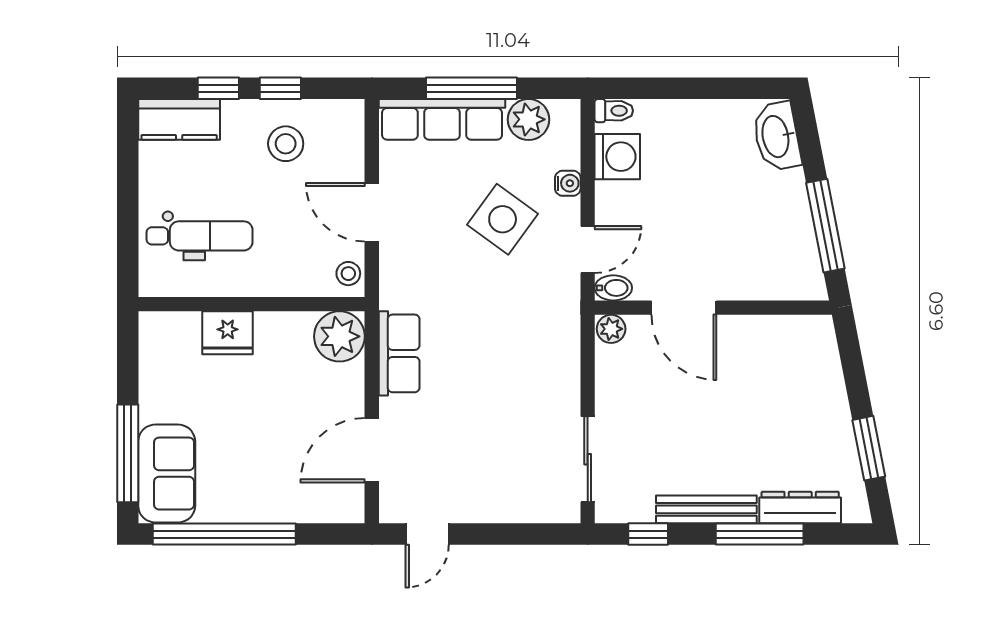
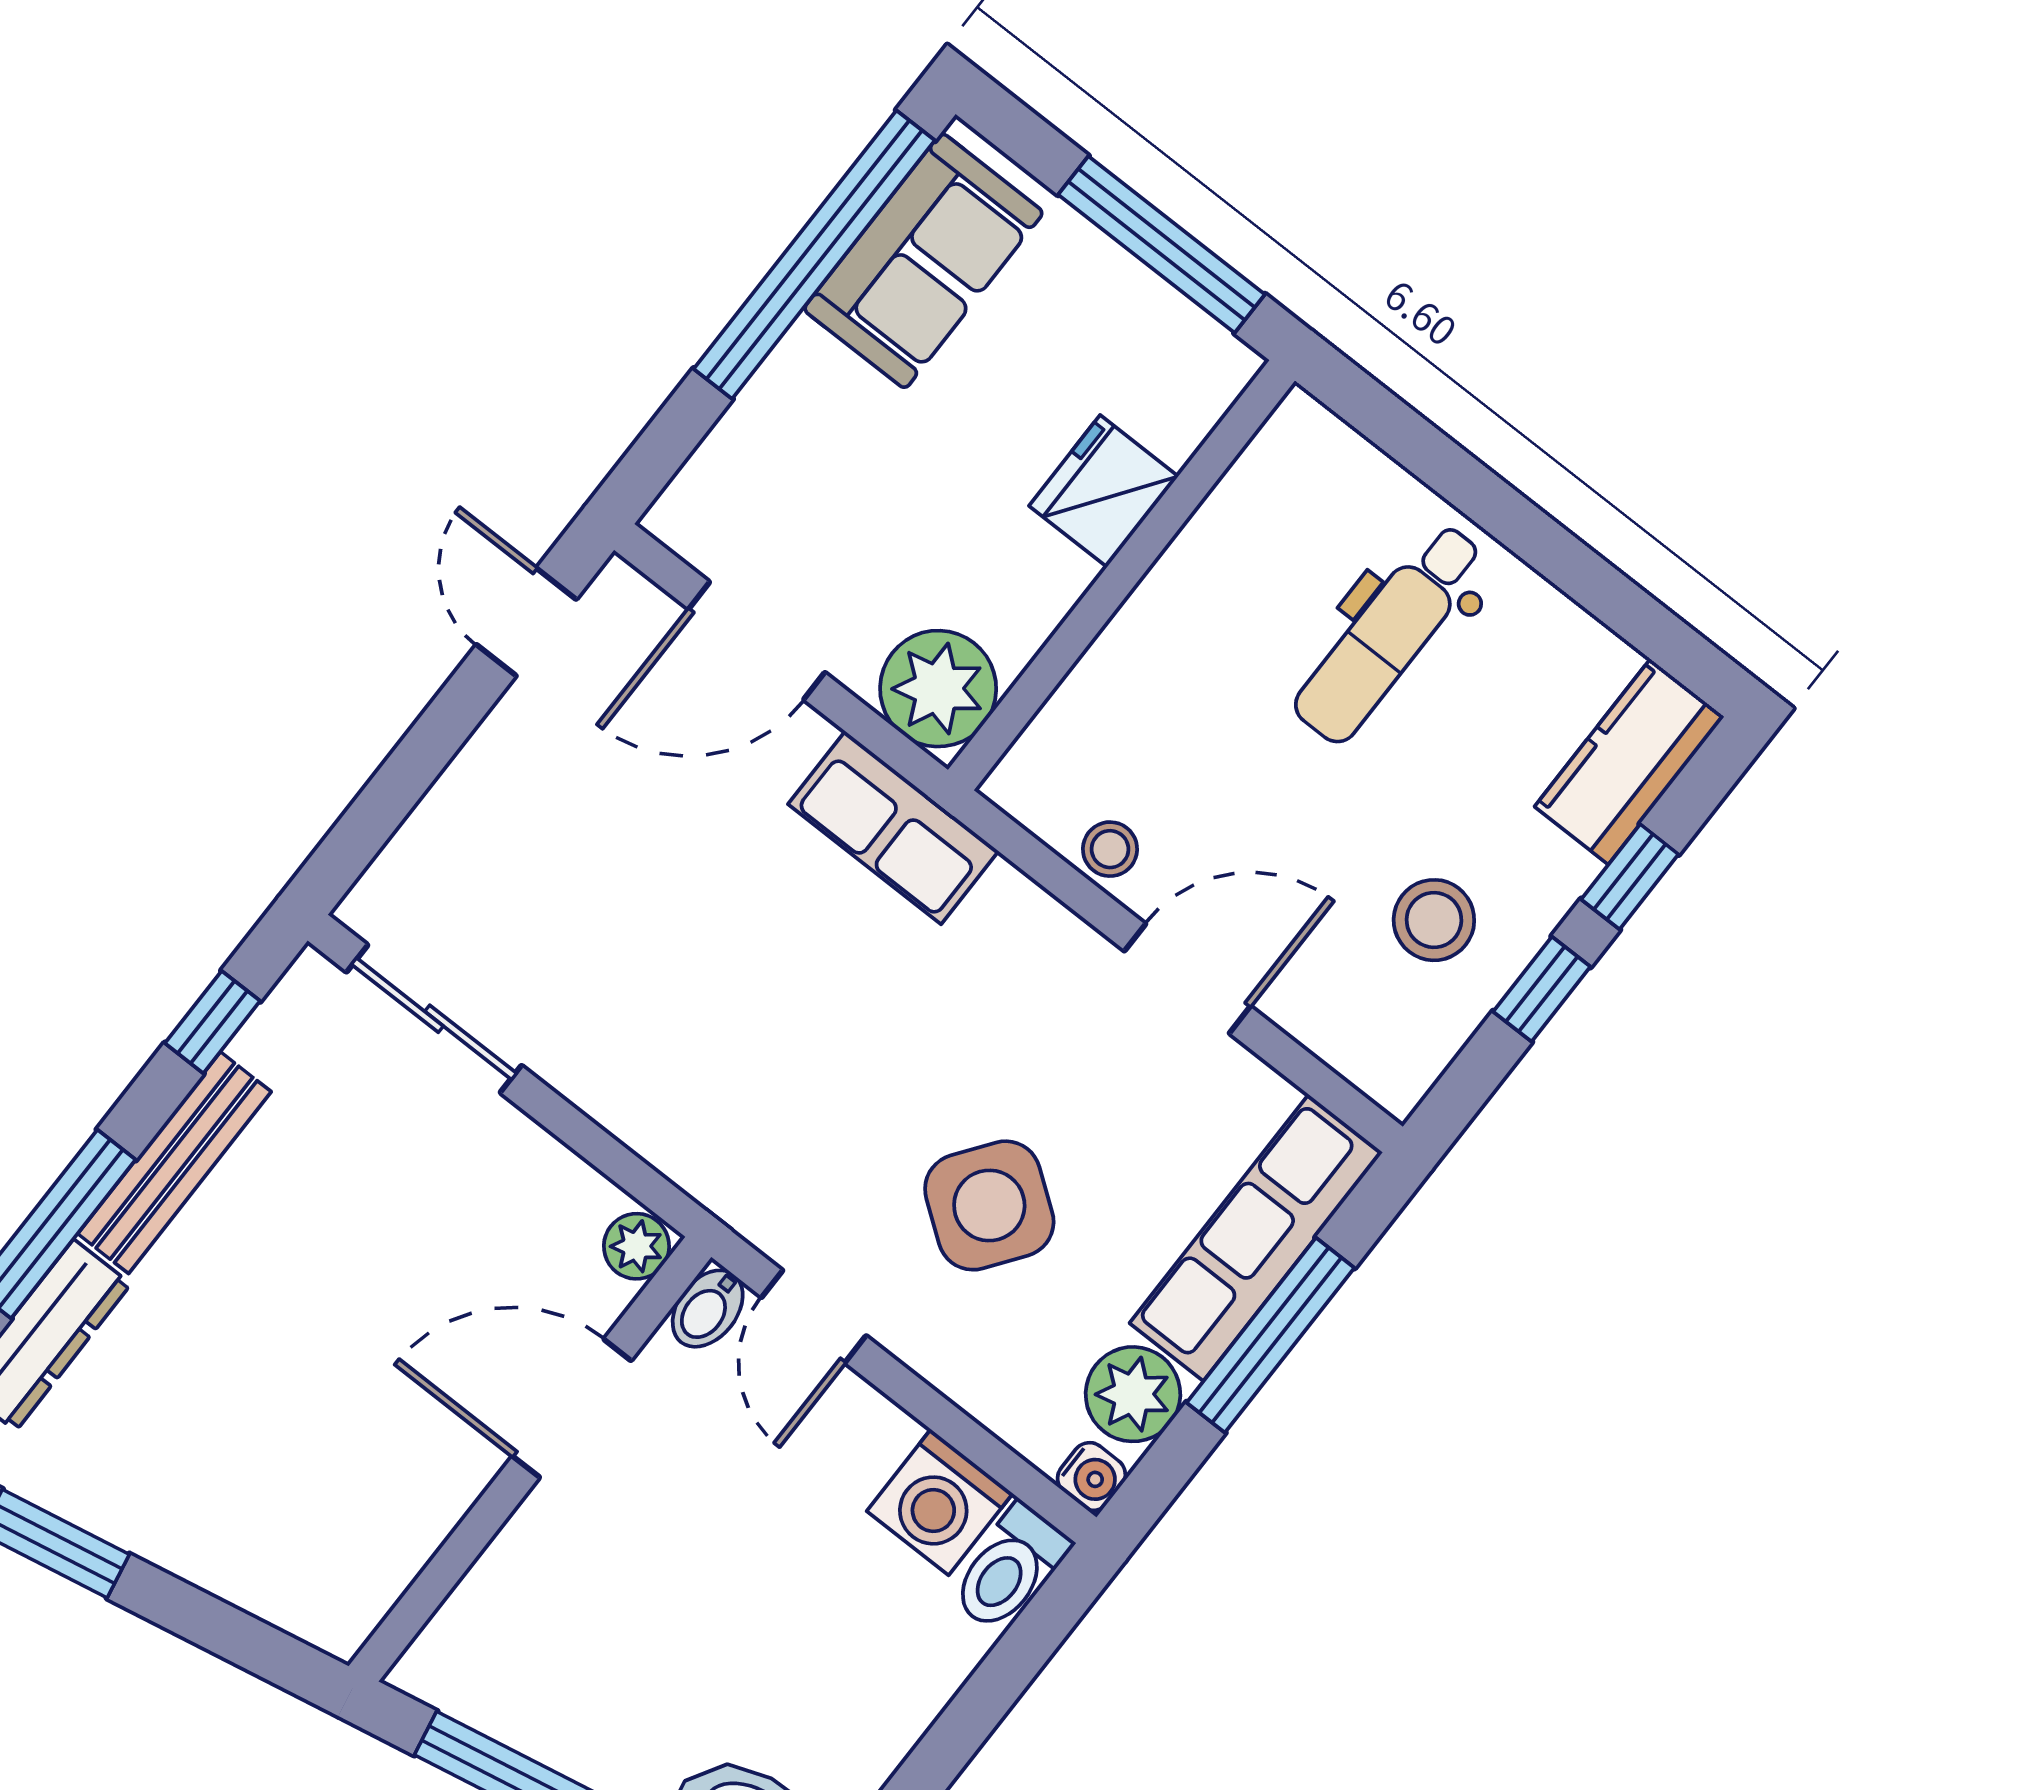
toilet: (614, 111) -> (1010, 1568), width x1.37, depth x1.39
water cooler: (568, 183) -> (1091, 1477), moved, turned -90
wall: (252, 304) -> (1122, 575), moved
fridge: (228, 333) -> (1104, 491), moved
plant: (339, 336) -> (938, 689), moved
door: (372, 450) -> (757, 641), swing flipped
window: (128, 453) -> (1162, 245), moved
sofa: (167, 474) -> (923, 261), moved, turned -90

